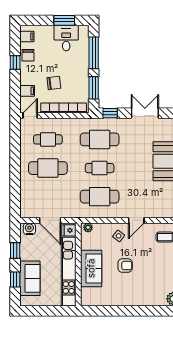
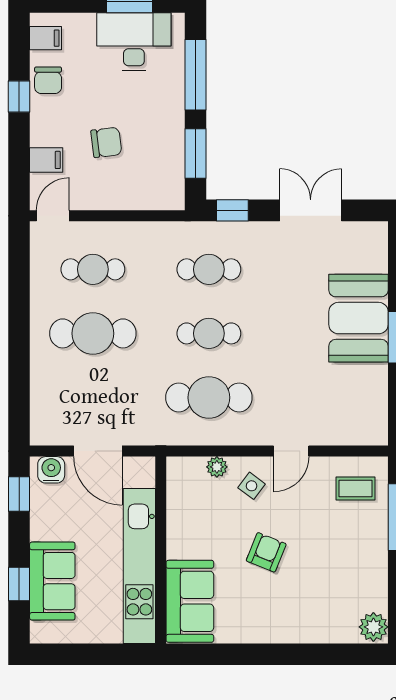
desk: (66, 38) -> (134, 42), width x1.37
bookcase: (64, 108) -> (128, 199), removed
cafe table: (100, 139) -> (209, 269), width x0.73, depth x0.74
plant: (88, 227) -> (217, 467), moved
fridge: (69, 230) -> (140, 473), removed
window: (15, 250) -> (19, 494), moved
armchair: (125, 266) -> (266, 552), turned -68
sofa: (91, 268) -> (190, 601), moved

